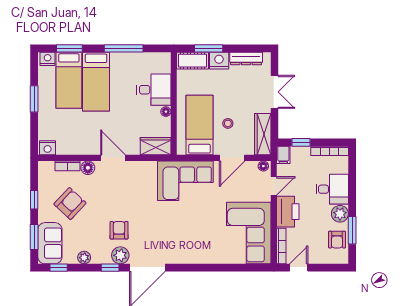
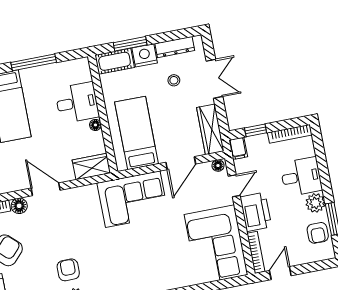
stool: (228, 123) -> (174, 80), moved

